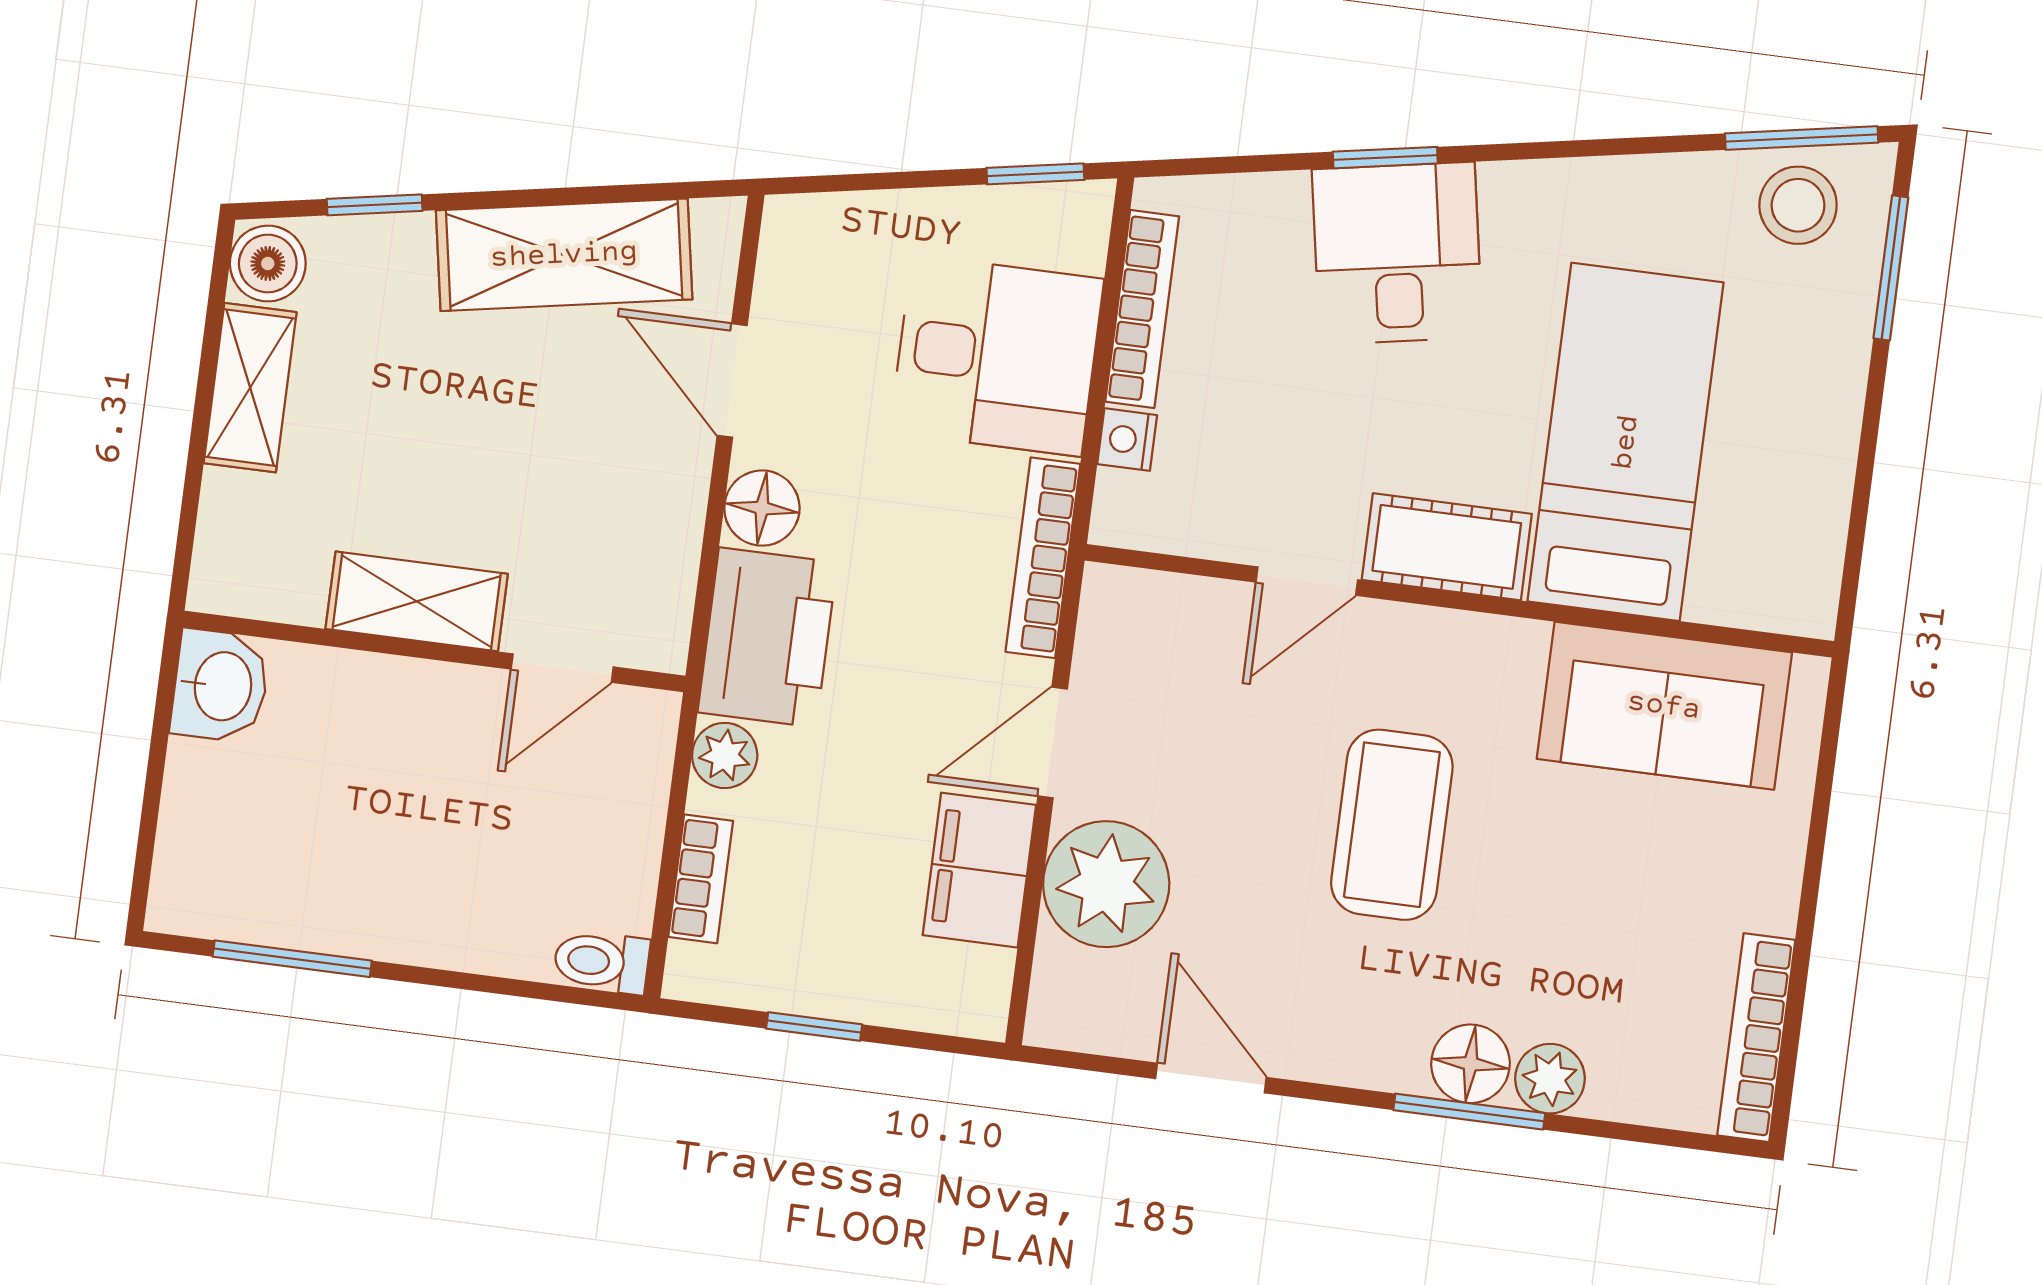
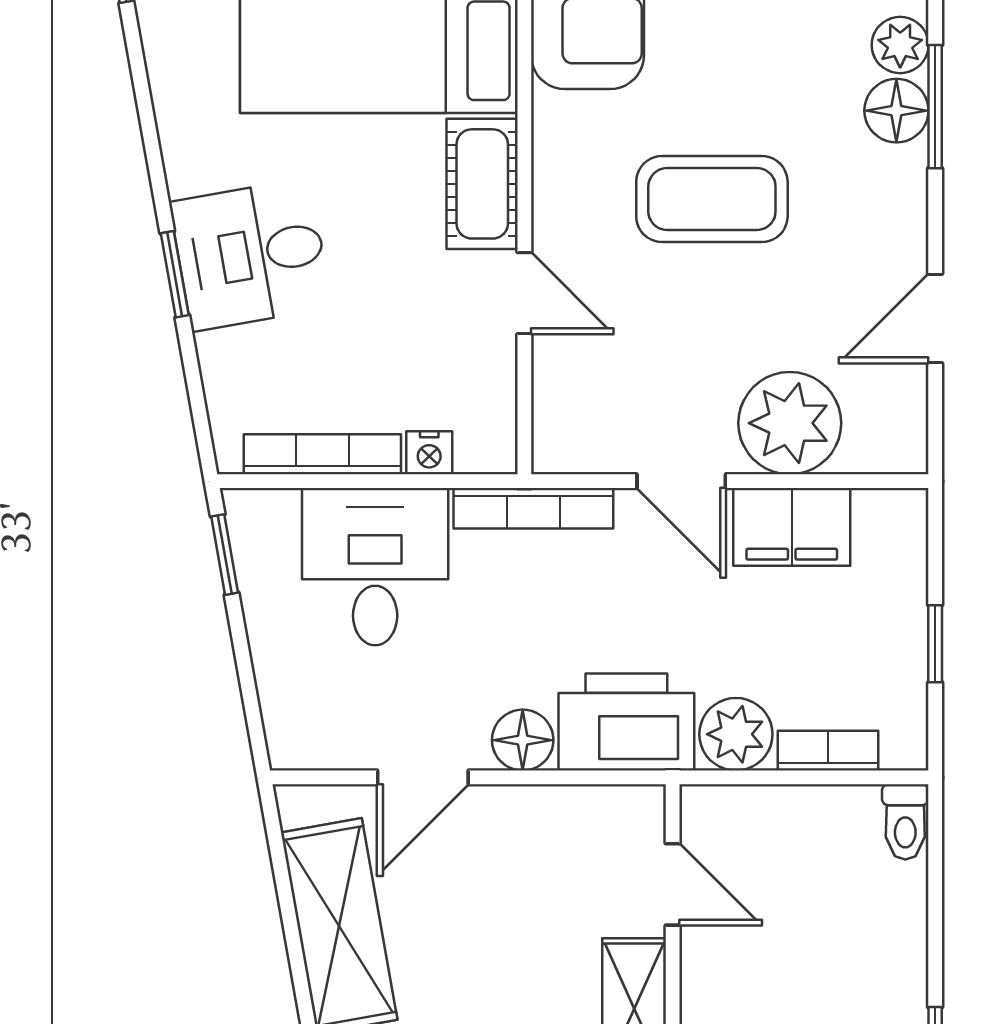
plant: (725, 755) -> (736, 734), width x1.38, depth x1.38

